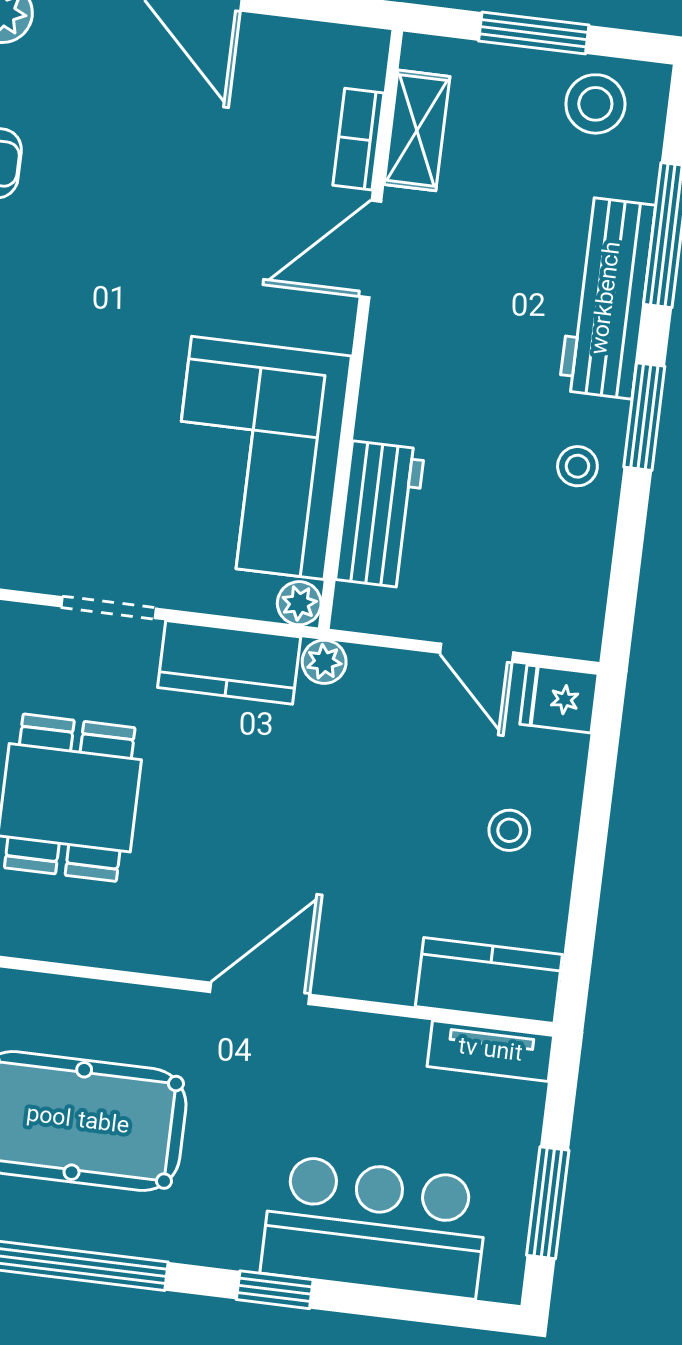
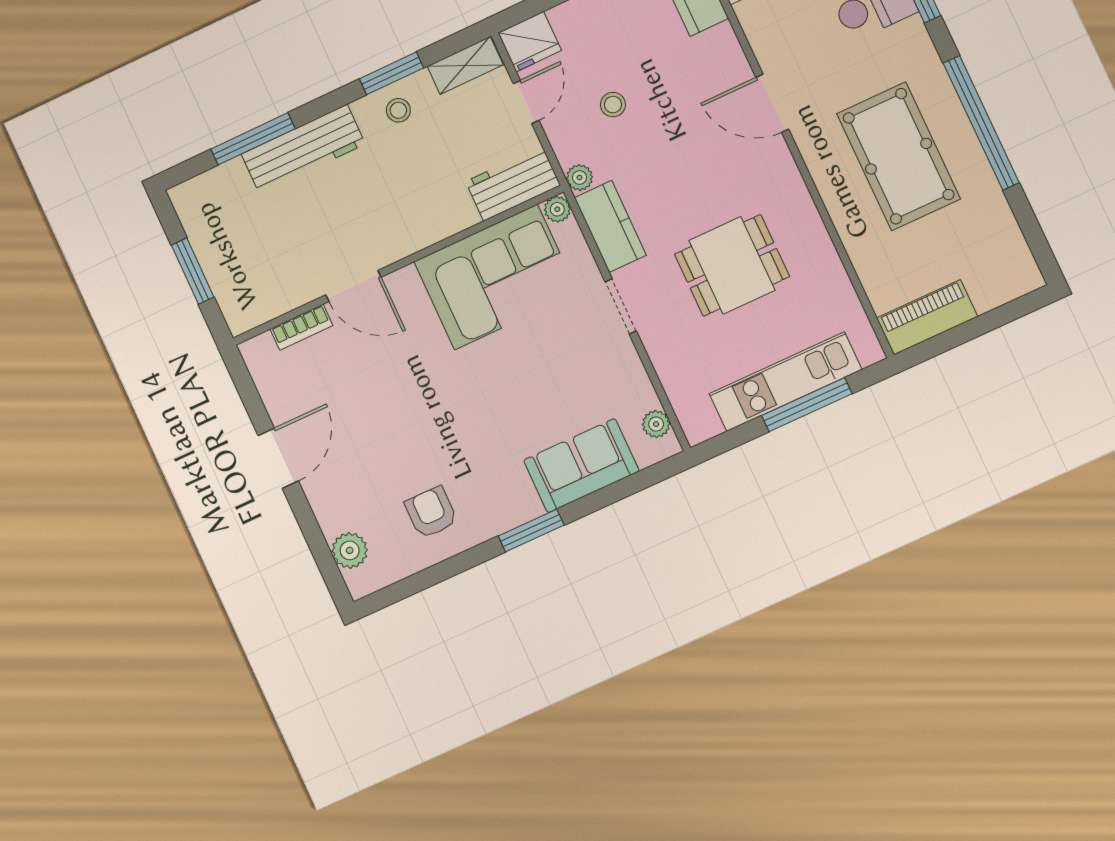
stool: (595, 104) -> (209, 217), removed
shelving: (417, 130) -> (465, 66), moved
window: (644, 417) -> (391, 73), moved
workbench: (380, 515) -> (513, 183), moved
fridge: (559, 699) -> (530, 42), width x1.38
stool: (509, 830) -> (613, 105), moved

